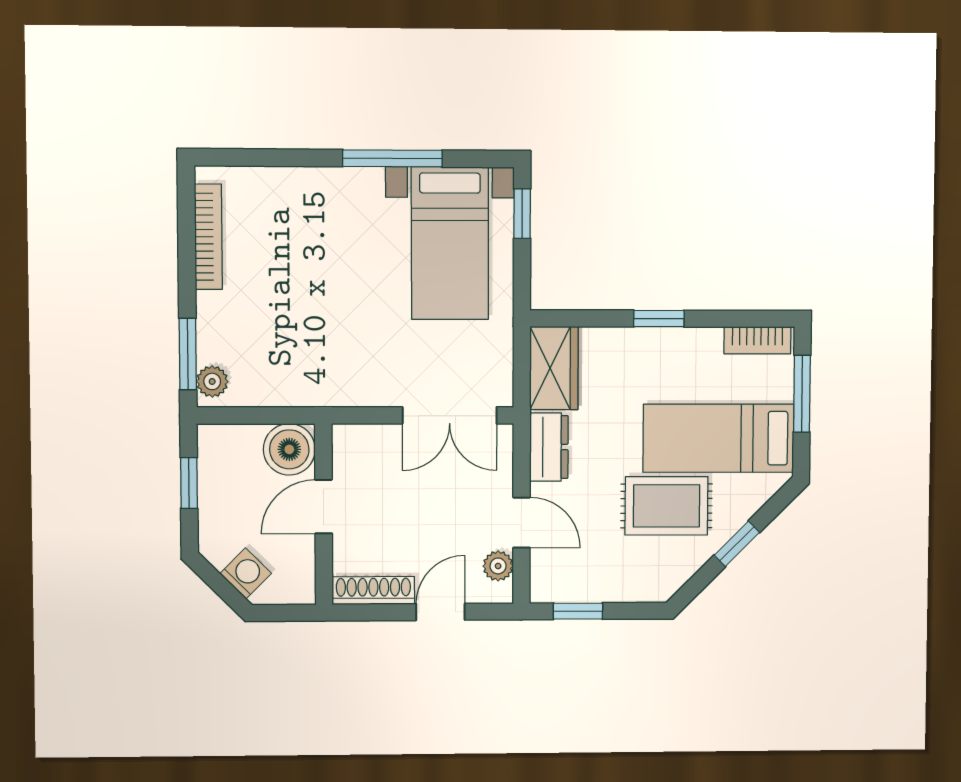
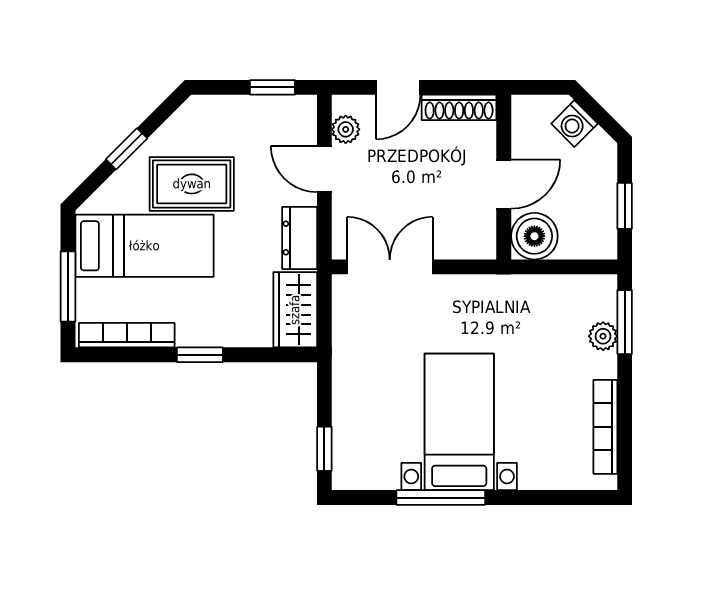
bed with nightstands: (450, 243) -> (459, 422), moved
bookcase: (757, 340) -> (127, 335), width x1.56
plant: (212, 381) -> (603, 336), moved

